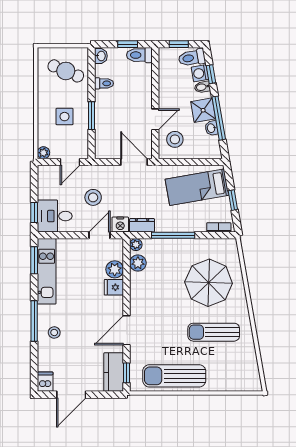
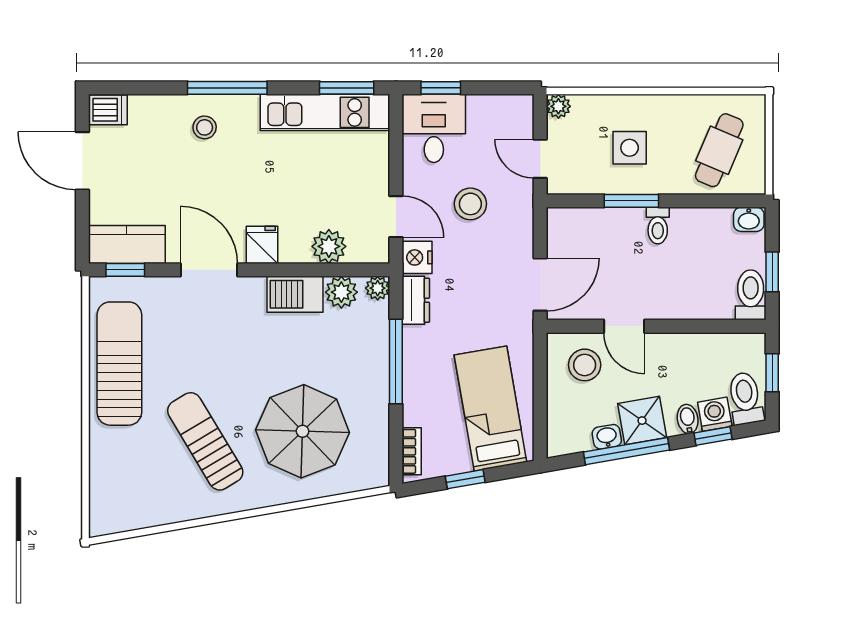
toilet: (104, 83) -> (658, 226), moved
fridge: (114, 287) -> (262, 245), moved
barbecue: (139, 287) -> (295, 294), added
sun lounger: (214, 332) -> (205, 441), turned -31

